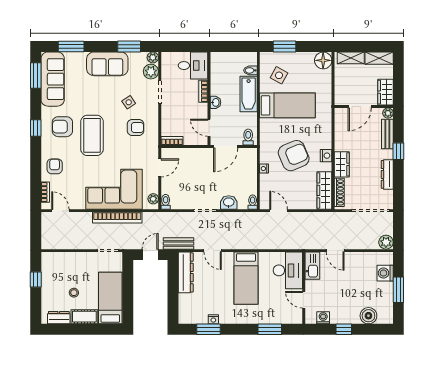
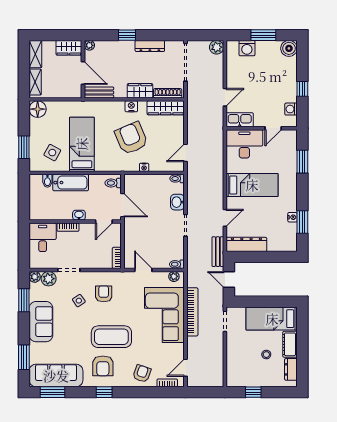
bench: (387, 134) -> (99, 92), moved
armchair: (55, 166) -> (142, 374), turned 109
boiler: (368, 316) -> (289, 48), moved

